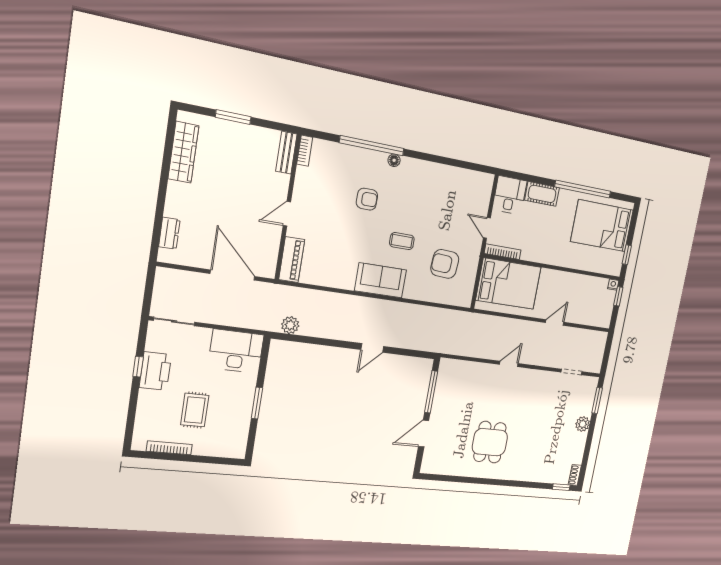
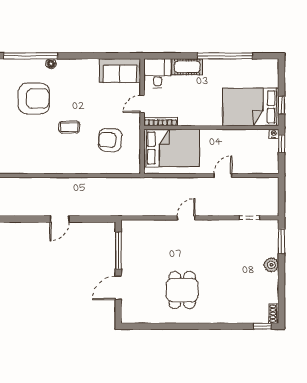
armchair: (367, 199) -> (34, 98), width x1.88, depth x1.88
bed: (602, 226) -> (251, 107), moved
door: (487, 228) -> (142, 104), hinge flipped
sofa: (380, 280) -> (120, 71), moved, turned 180

